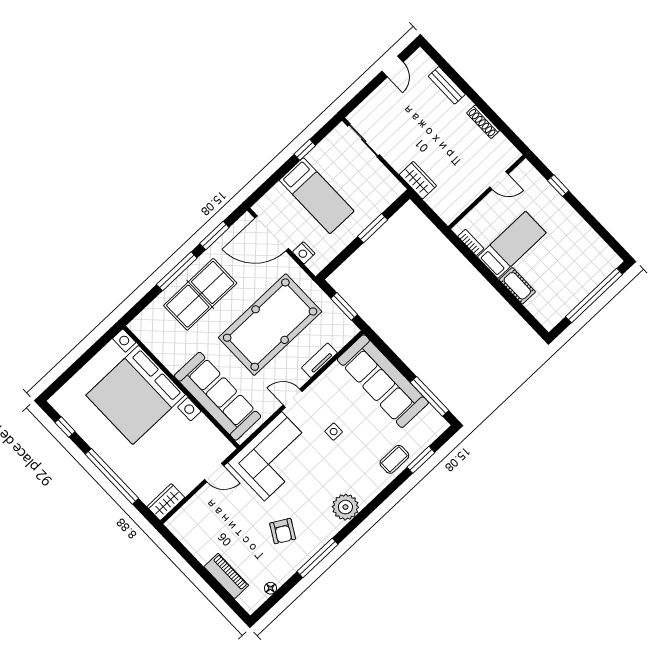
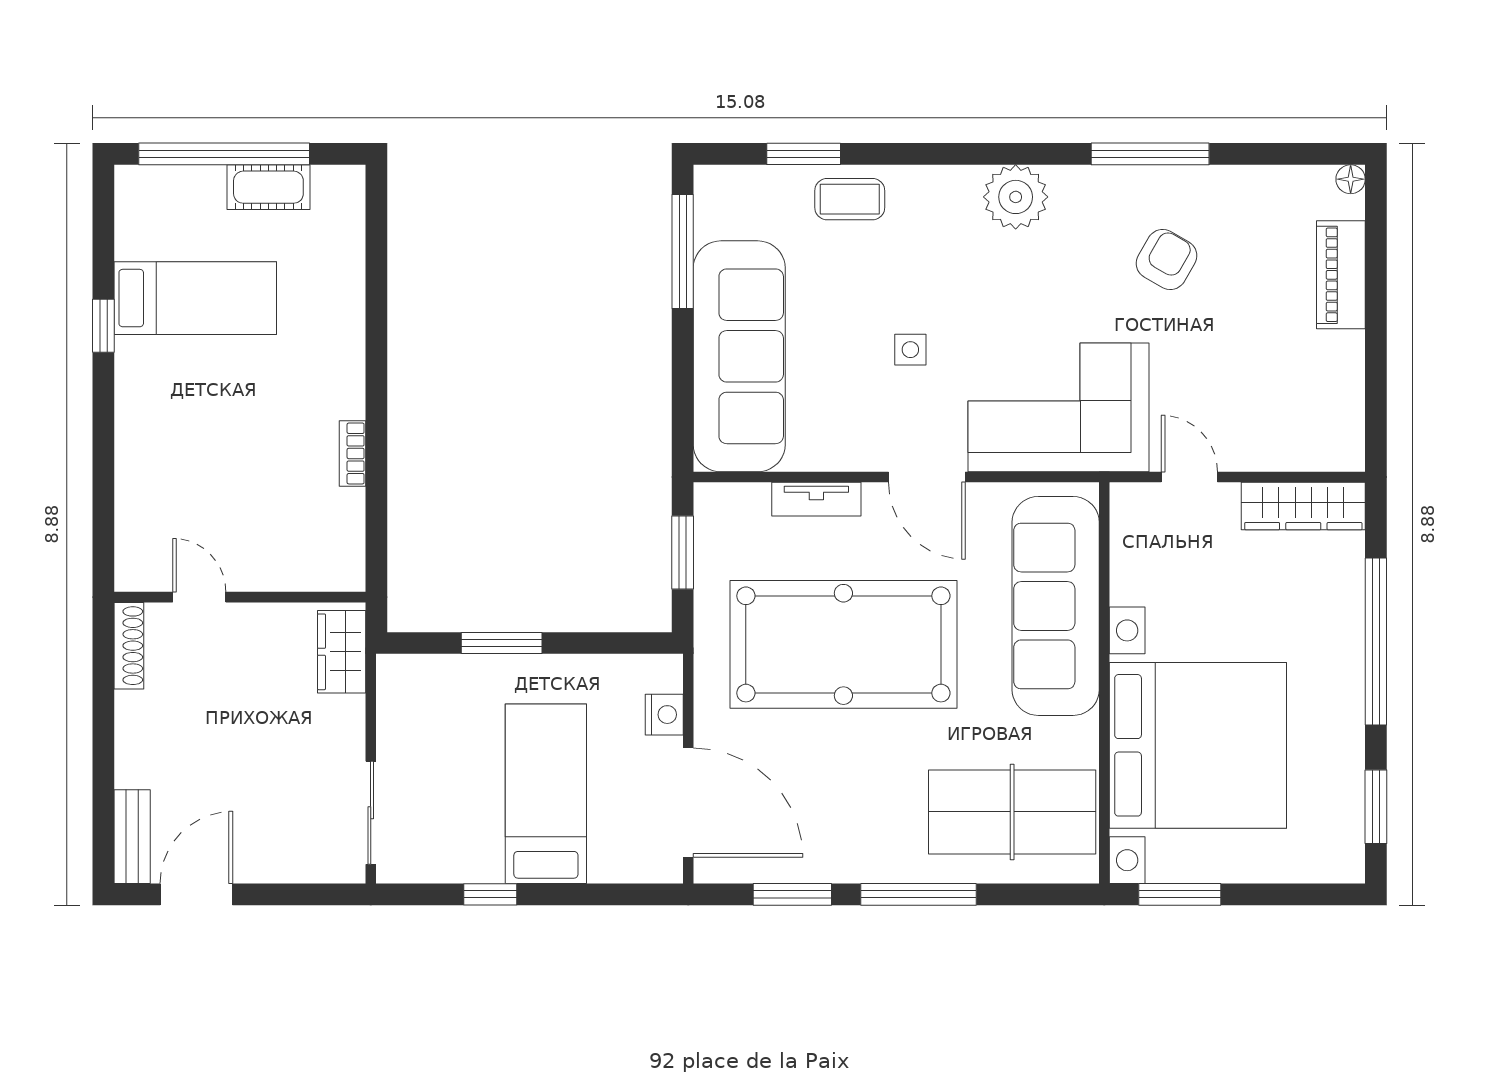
door: (392, 67) -> (196, 894), width x1.38
bench: (447, 85) -> (132, 837), moved
door: (499, 180) -> (199, 597), moved
window: (558, 186) -> (103, 326), moved
wall: (487, 192) -> (240, 597), moved
bed: (512, 245) -> (195, 298), moved, turned 180
cot: (517, 286) -> (268, 187), moved, turned 90
table tennis table: (200, 294) -> (1012, 812), moved
window: (99, 345) -> (1180, 894), added
door: (293, 398) -> (927, 477), width x1.38
window: (65, 427) -> (1376, 807), width x1.50
wardrobe: (166, 502) -> (1303, 506), width x1.50
floor lamp: (271, 588) -> (1351, 179), moved

